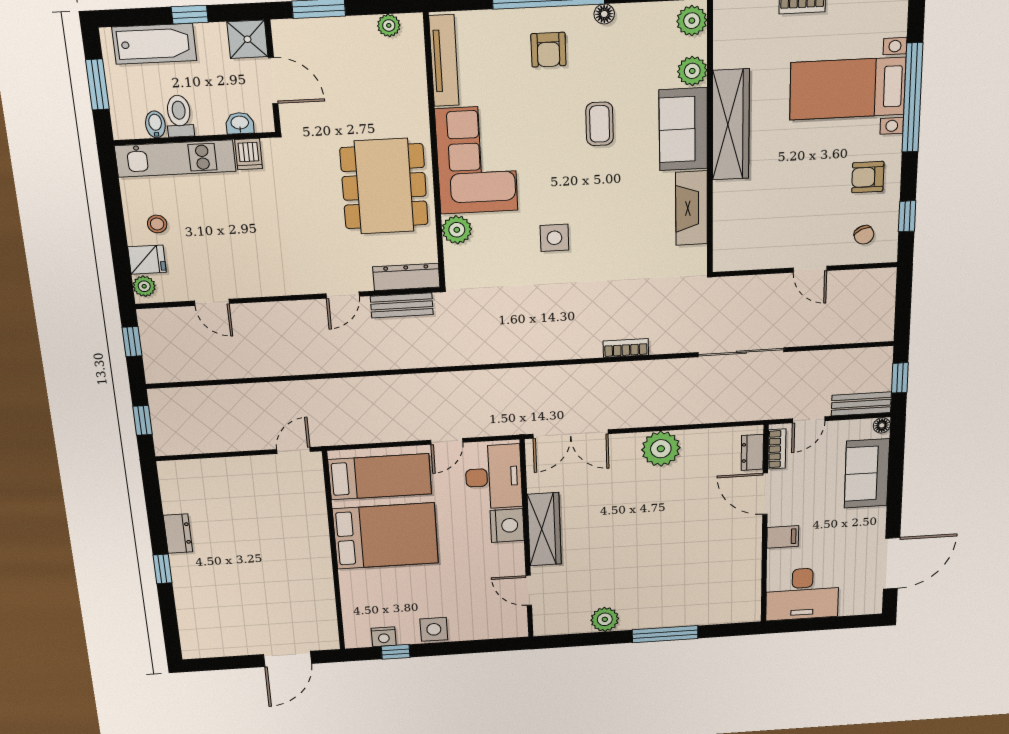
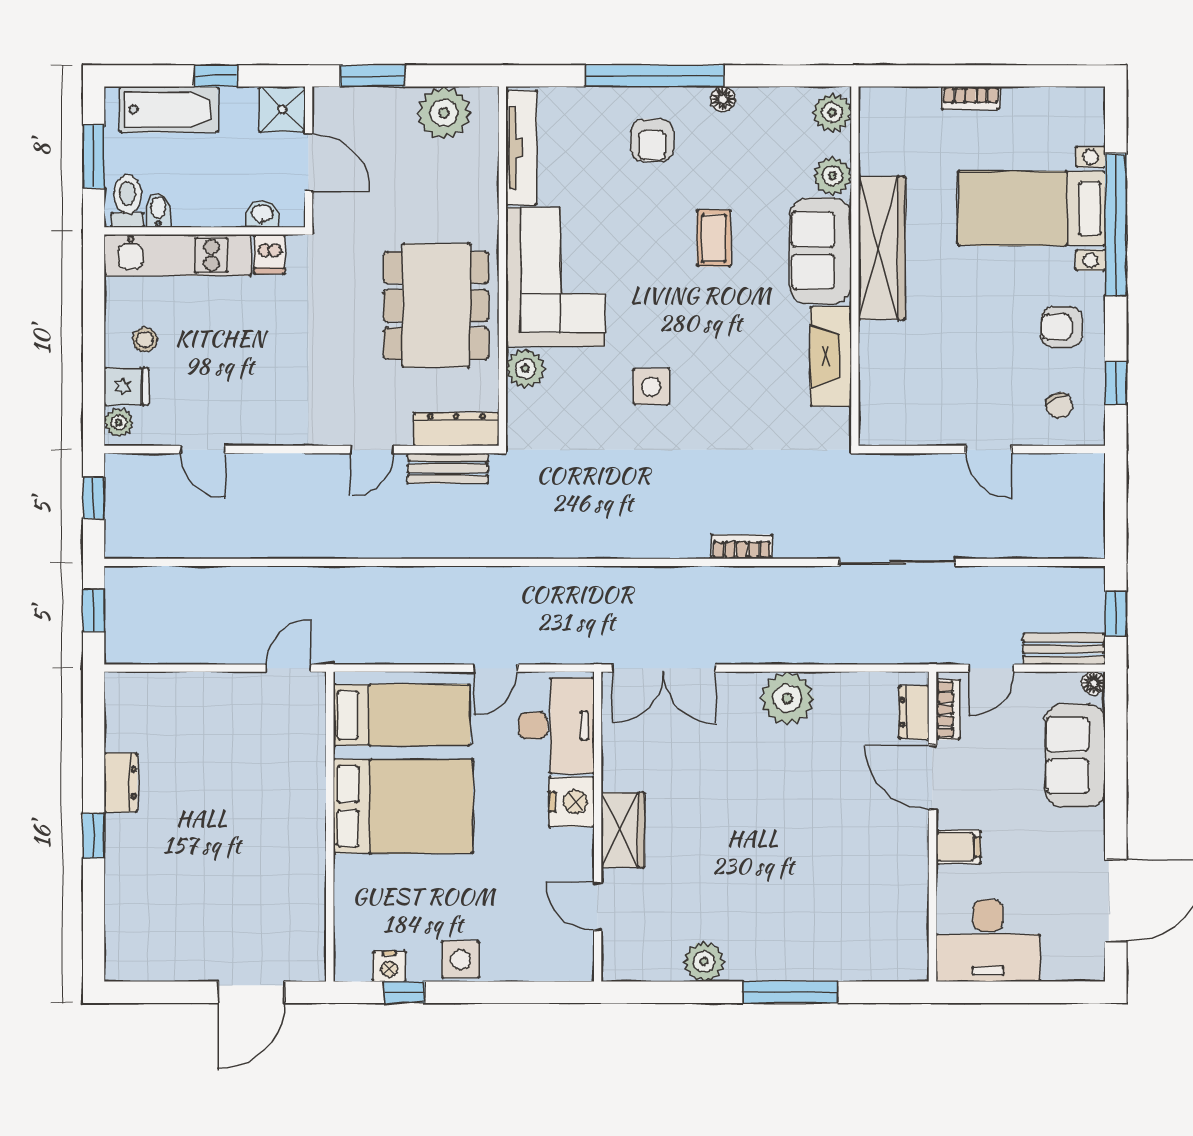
plant: (389, 25) -> (444, 113), width x1.88, depth x1.88
toilet: (179, 116) -> (127, 201), moved
wardrobe: (544, 529) -> (623, 830), width x0.67

